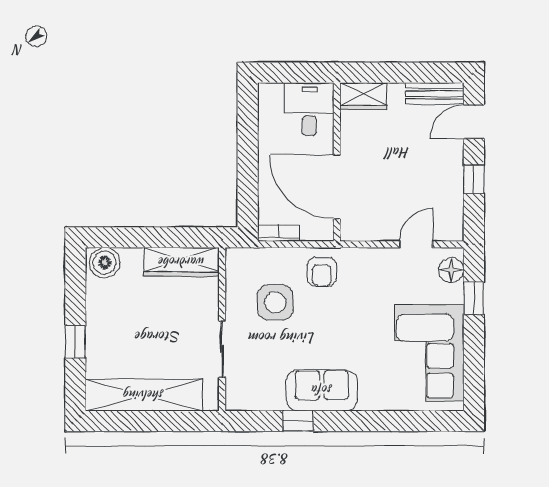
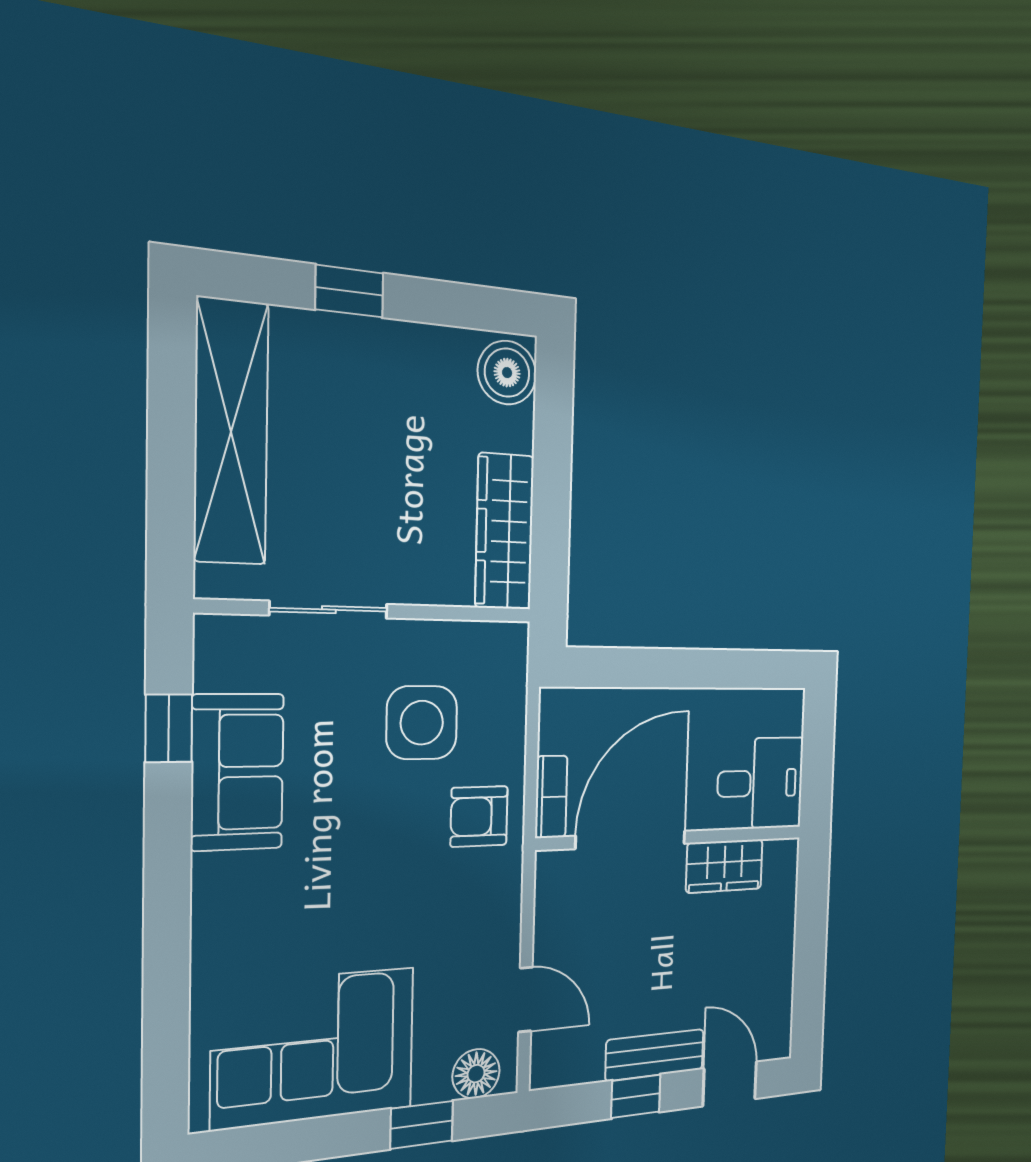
bench: (435, 94) -> (655, 1055), moved, turned 90
wardrobe: (363, 96) -> (724, 866), moved, turned -90
bookcase: (278, 233) -> (551, 797), moved
sofa: (322, 390) -> (237, 772), moved
window: (298, 421) -> (169, 728), moved

